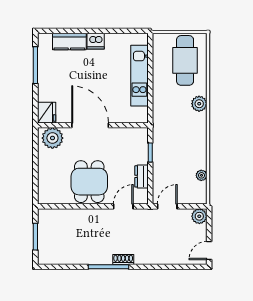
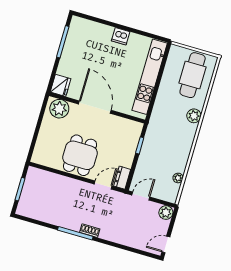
kitchen counter: (69, 41) -> (98, 30), removed
kitchen unit: (139, 76) -> (150, 77), width x1.36
dresser: (141, 176) -> (122, 178), moved

